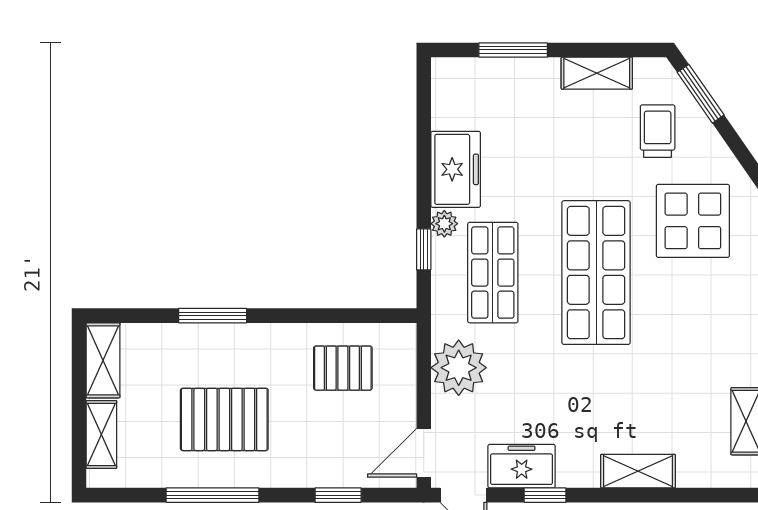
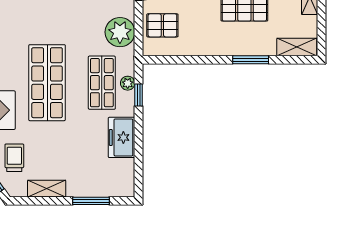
trolley: (658, 131) -> (14, 158), turned 180
plant: (444, 224) -> (128, 83), moved
shelving: (103, 360) -> (297, 47), moved, turned 90
pallet: (343, 368) -> (162, 25), moved

